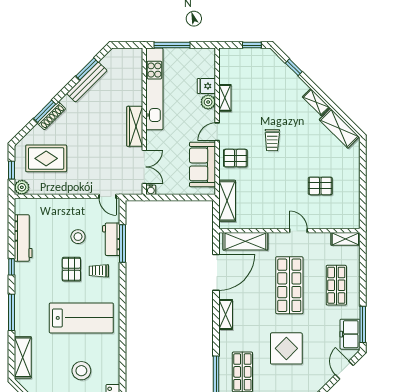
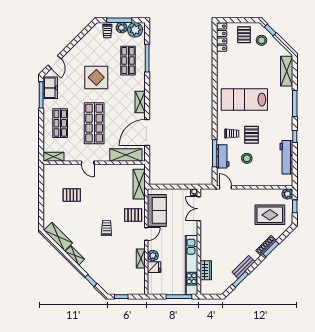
bench: (87, 82) -> (243, 267), width x0.73
wardrobe: (135, 126) -> (206, 270), moved, width x0.67
stool: (81, 371) -> (244, 61), removed

